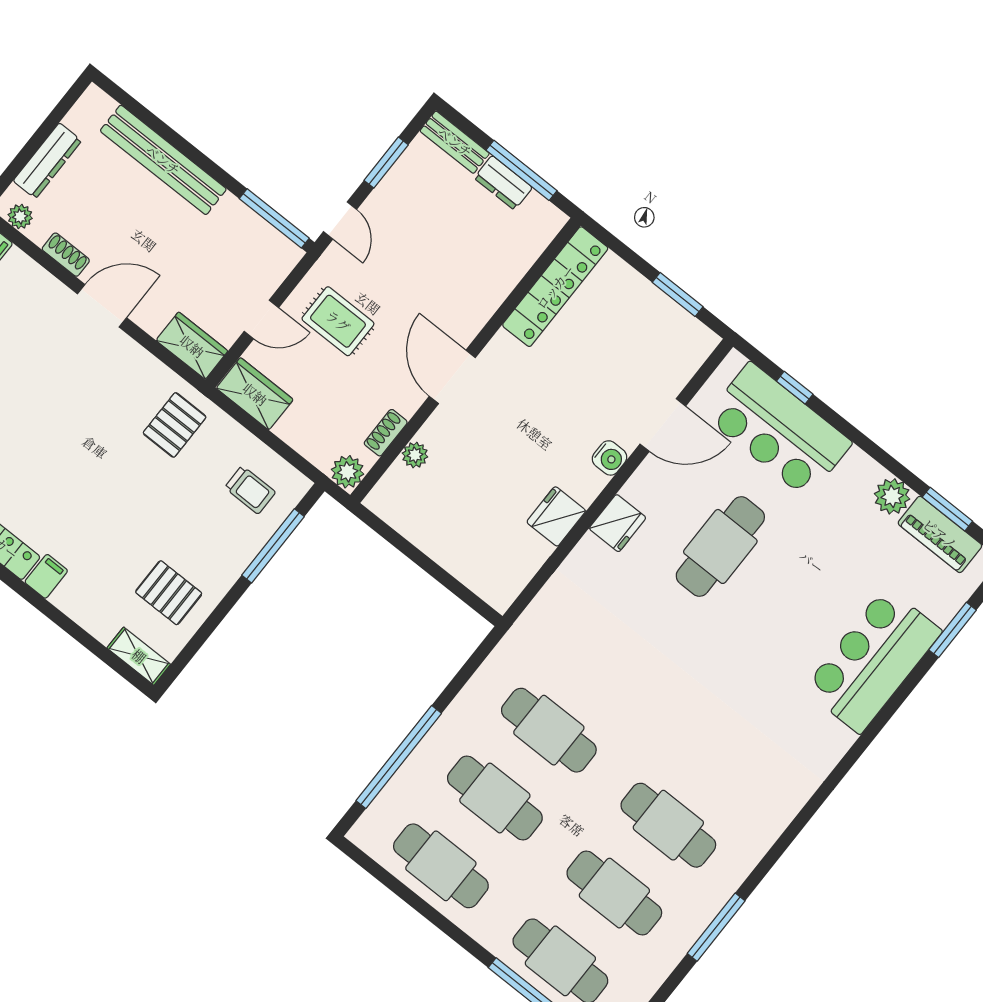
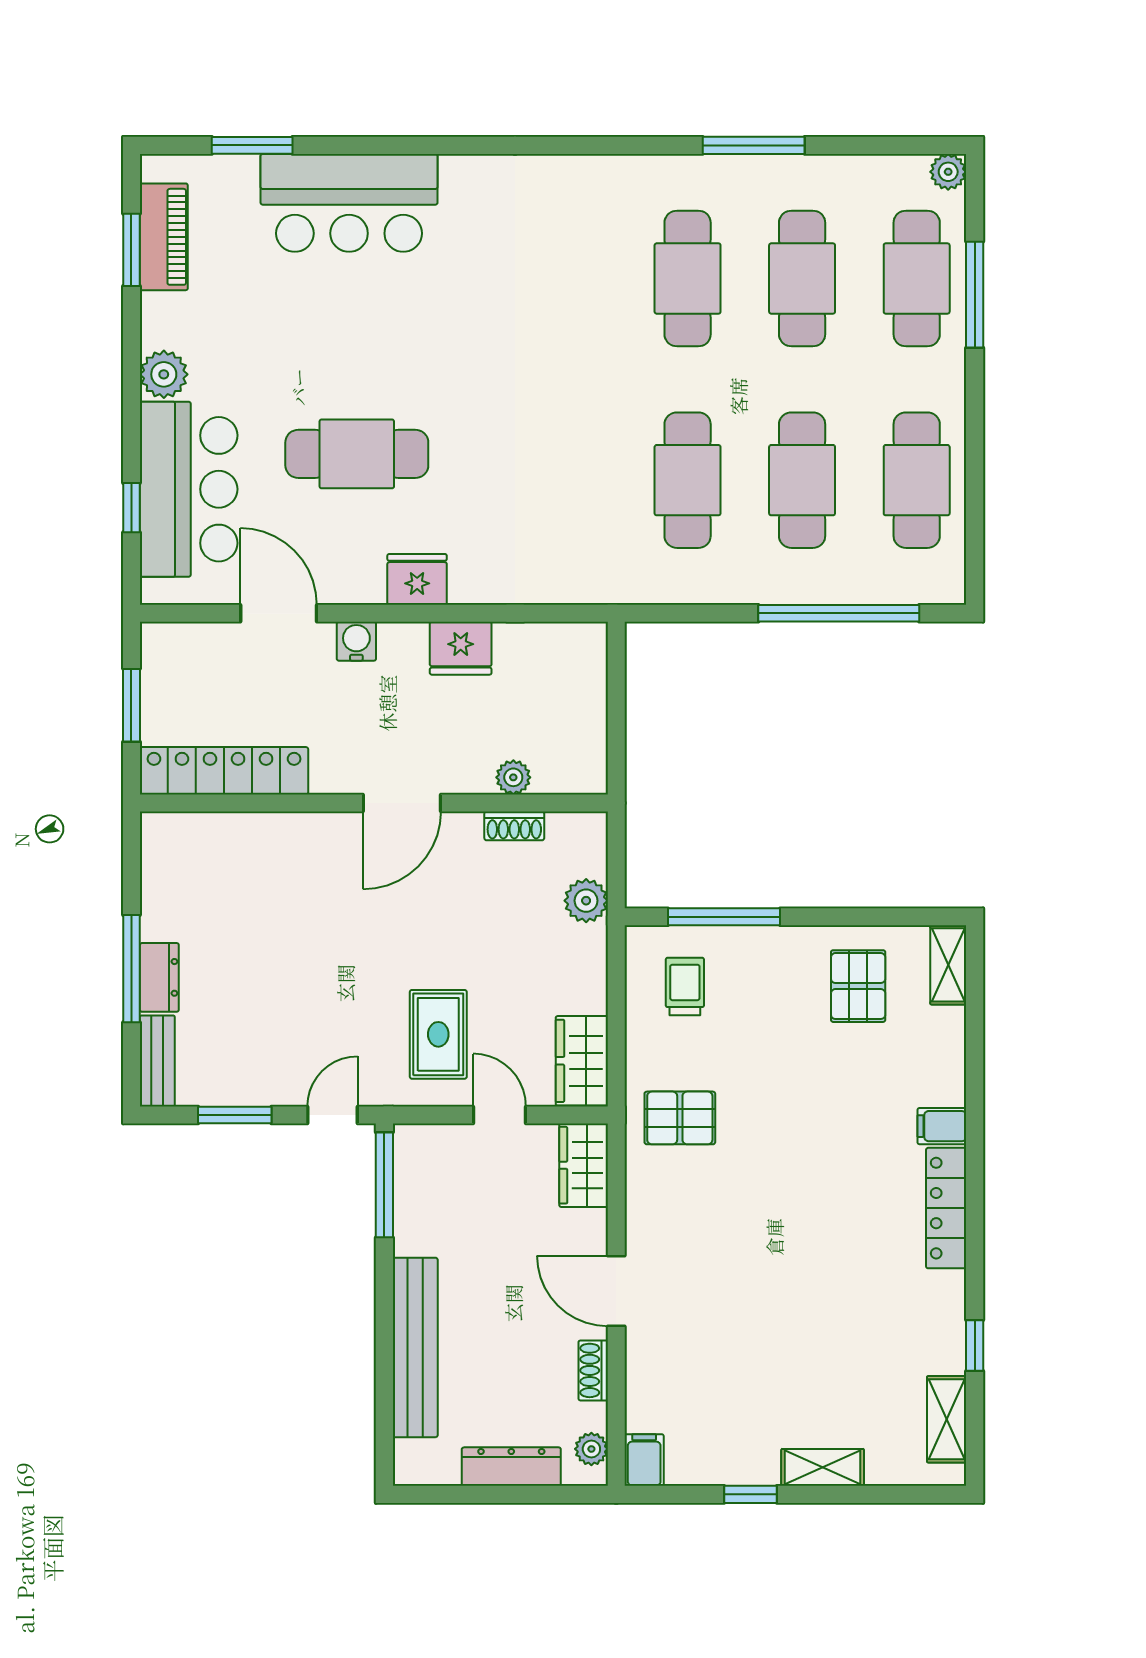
locker: (555, 287) -> (224, 771), moved
wall: (465, 360) -> (374, 803), moved
door: (452, 377) -> (402, 803), moved
shoe rack: (386, 433) -> (514, 826), moved
plant: (415, 455) -> (513, 777), moved
plant: (892, 496) -> (164, 374), moved

